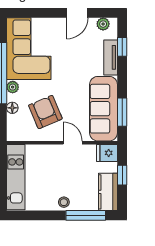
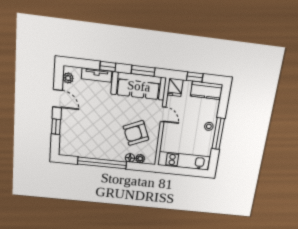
window: (43, 13) -> (56, 127), added
window: (122, 47) -> (108, 66), moved
corner sofa: (29, 49) -> (84, 141), removed
plant: (13, 87) -> (140, 159), moved
door: (73, 143) -> (163, 114), swing flipped
window: (86, 215) -> (218, 134), moved

